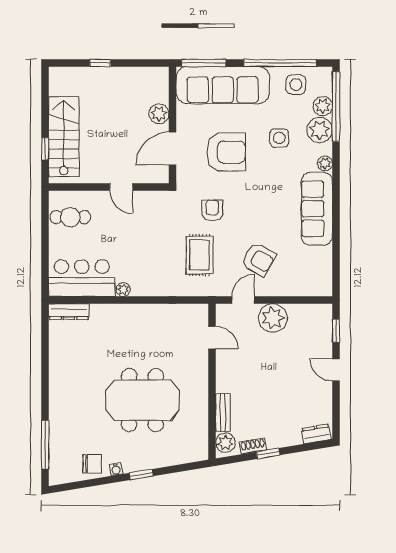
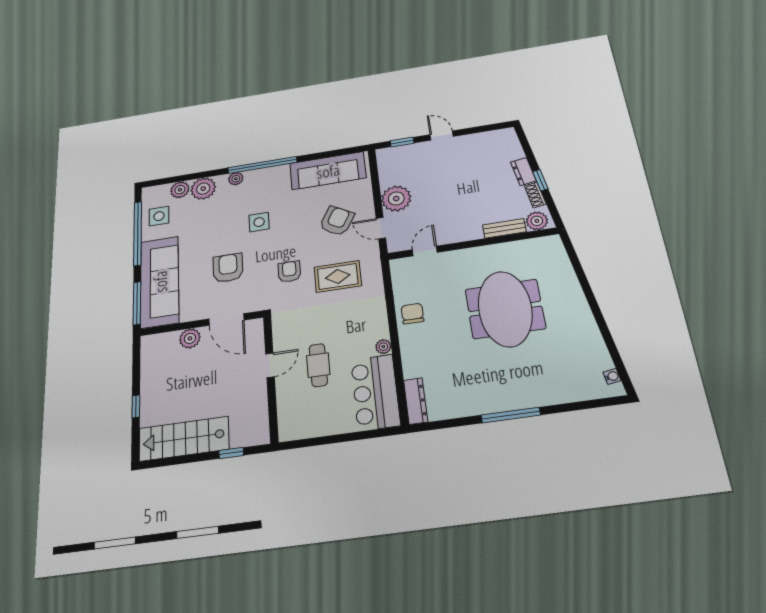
window: (336, 107) -> (262, 165), moved
stairs: (64, 137) -> (184, 439), moved
side table: (279, 138) -> (259, 222), moved
armchair: (226, 152) -> (228, 268), width x0.73, depth x0.73
sofa: (317, 209) -> (328, 171), moved
armchair: (212, 210) -> (289, 272), turned 90
cafe table: (70, 217) -> (318, 365), moved
door: (336, 370) -> (442, 136), swing flipped
dresser: (316, 434) -> (523, 171), moved
window: (45, 445) -> (511, 415), moved
chair: (92, 464) -> (412, 314), moved
water cooler: (116, 469) -> (612, 376), moved
window: (141, 474) -> (590, 298), removed

